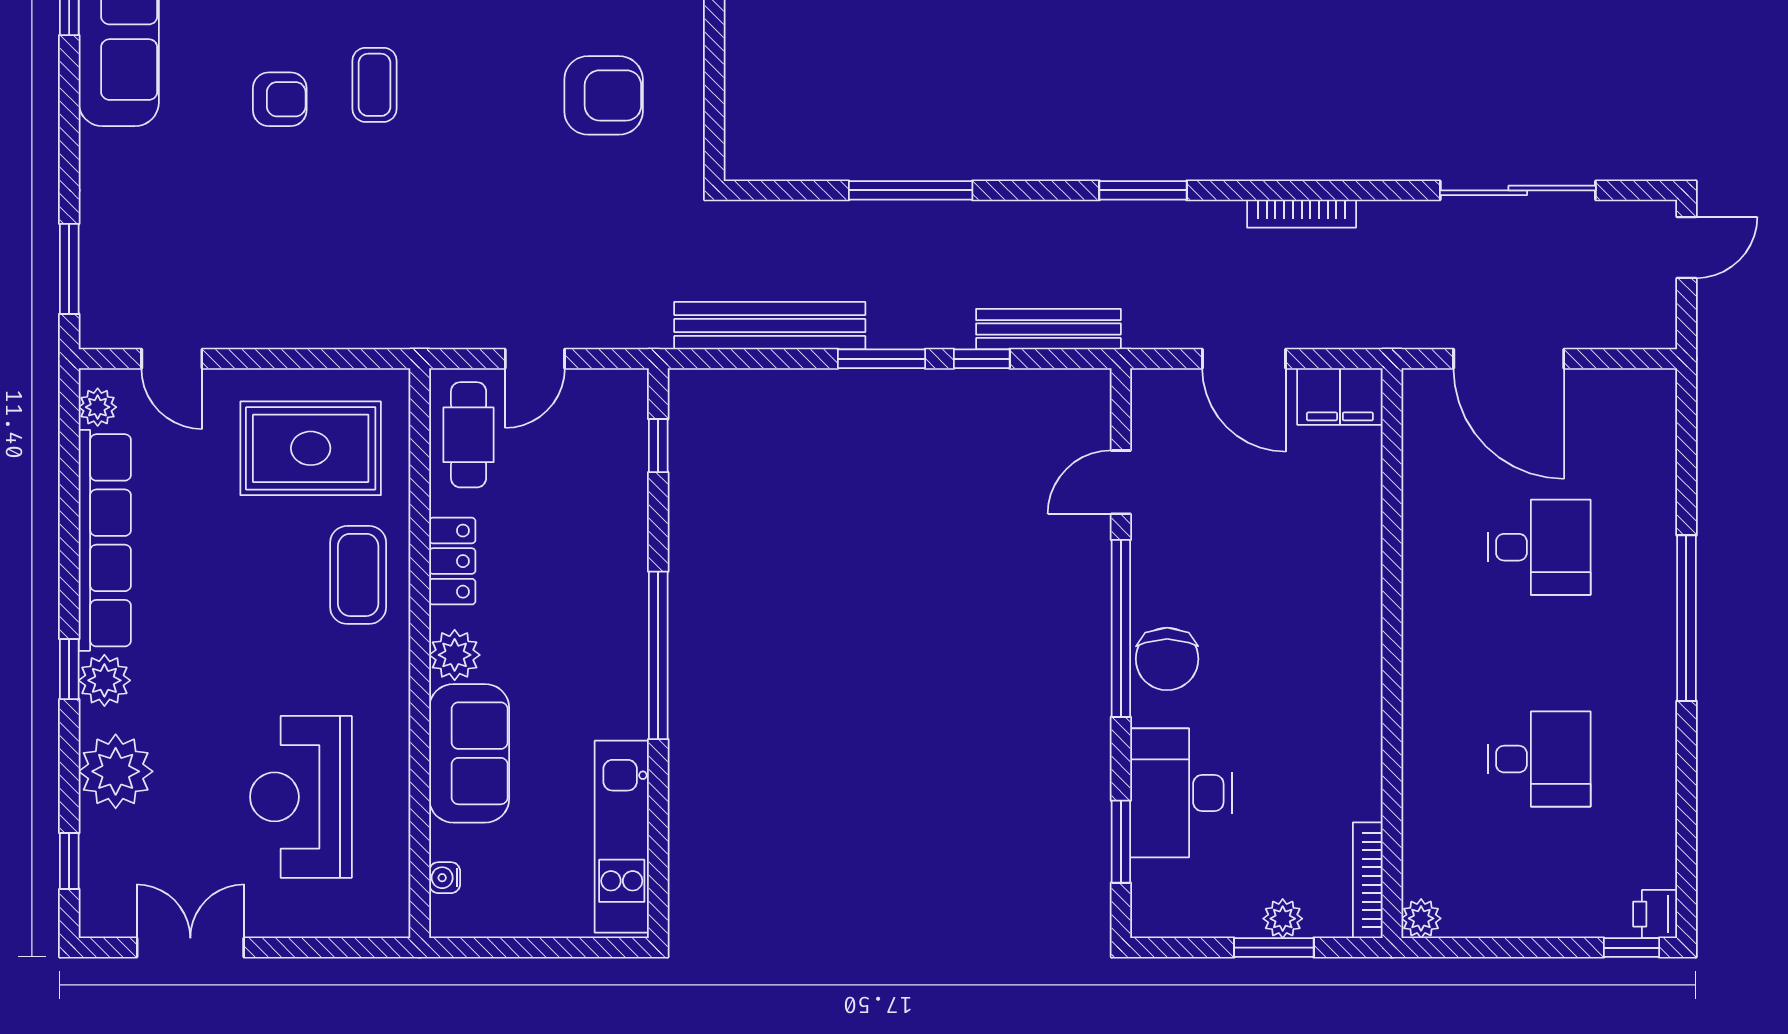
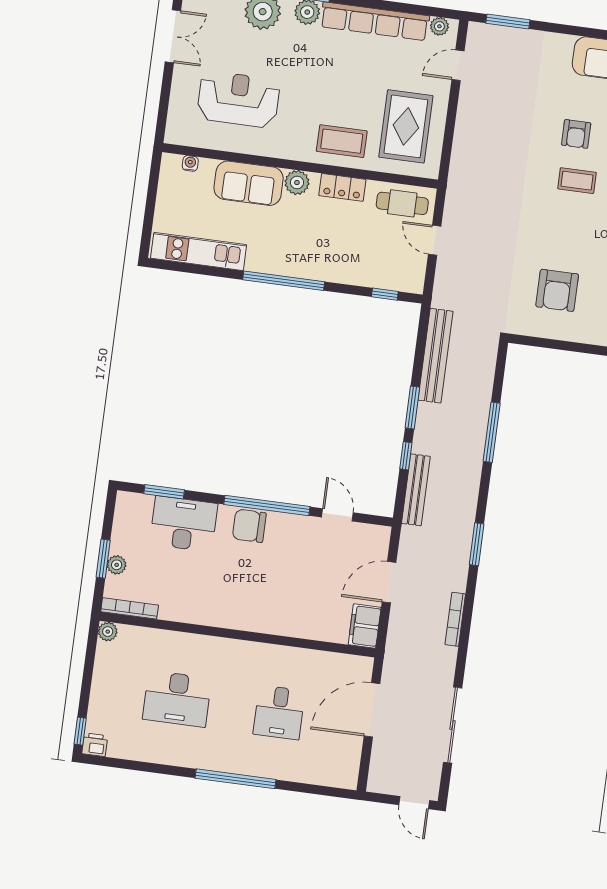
desk: (1539, 759) -> (177, 699), width x1.37

